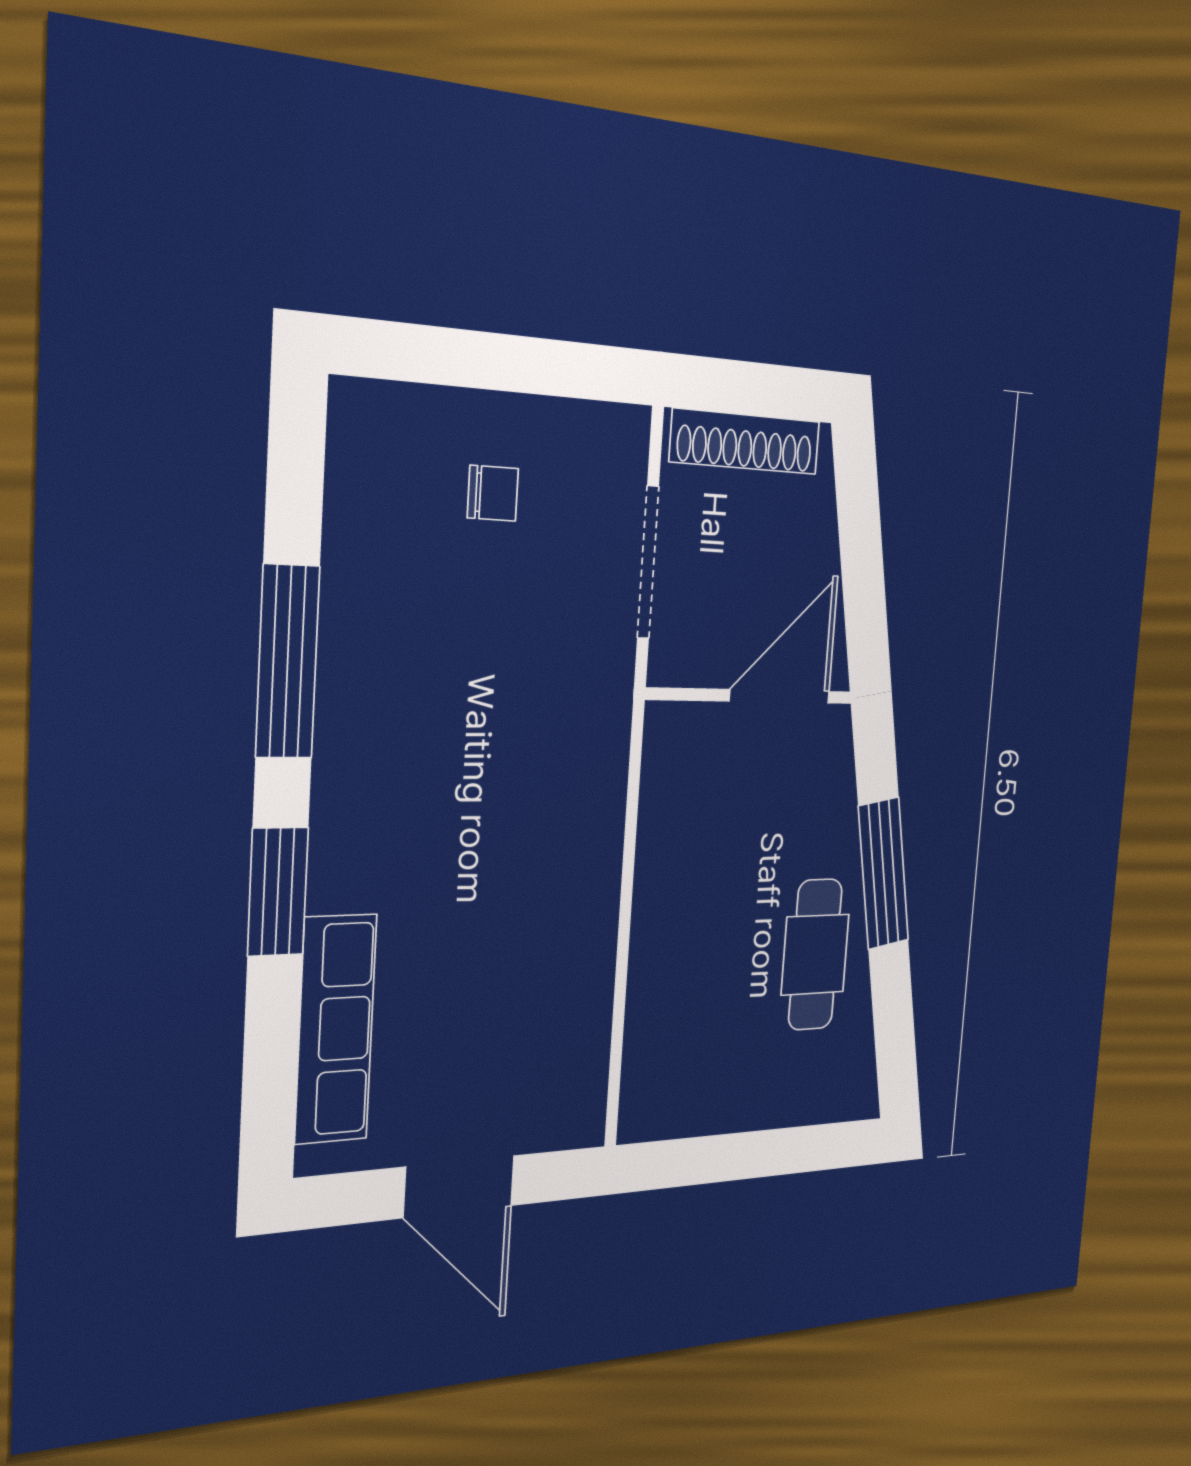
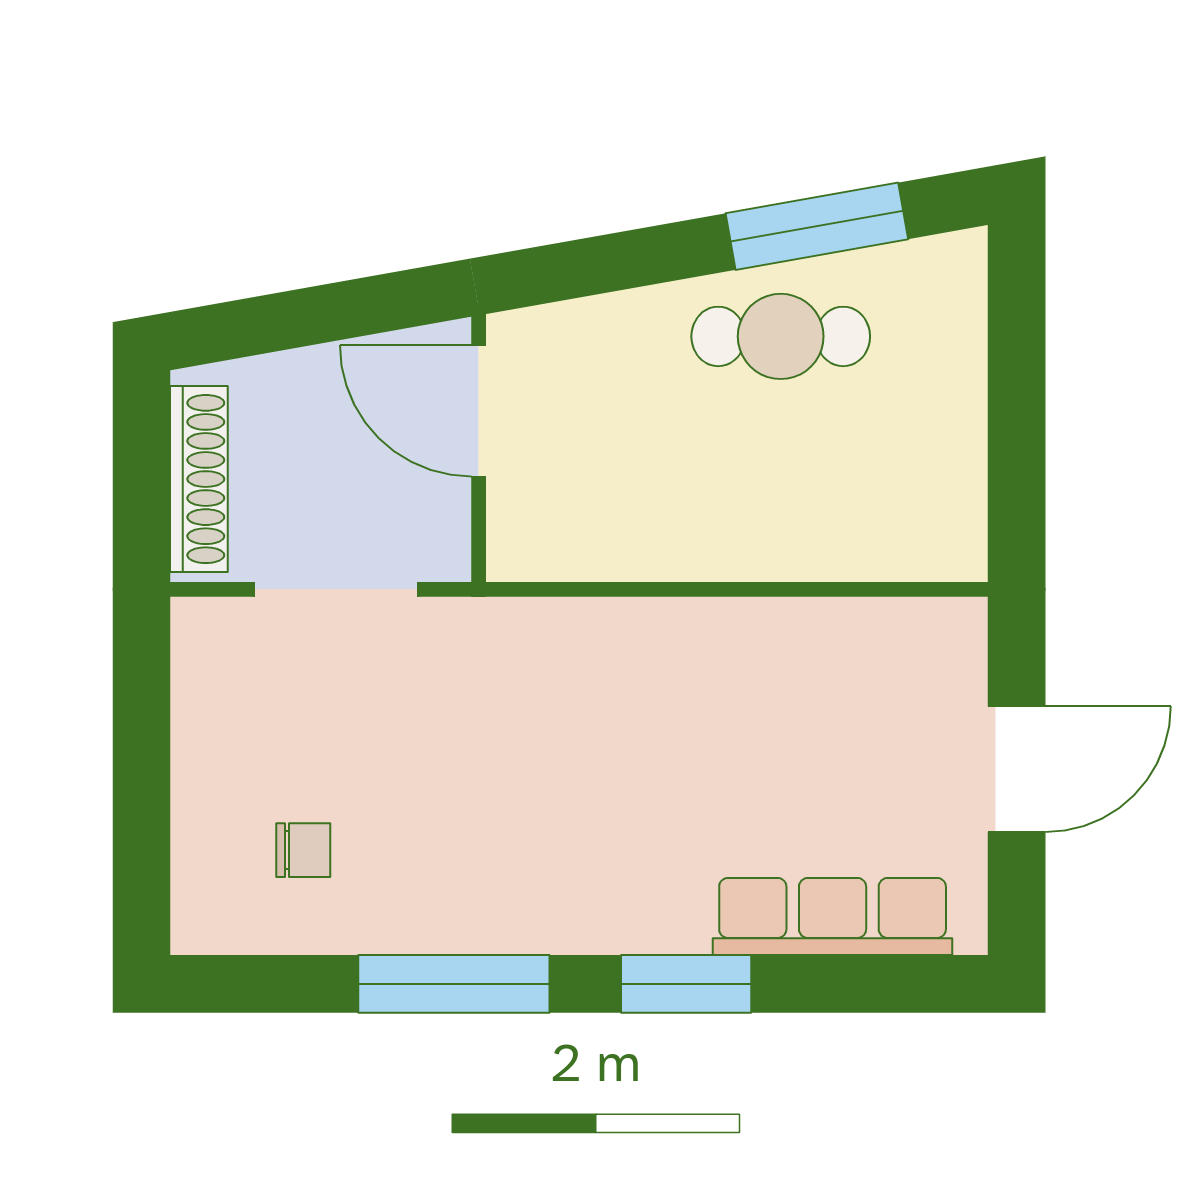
chair: (493, 493) -> (303, 850), moved, turned 90
window: (883, 873) -> (817, 226), moved

